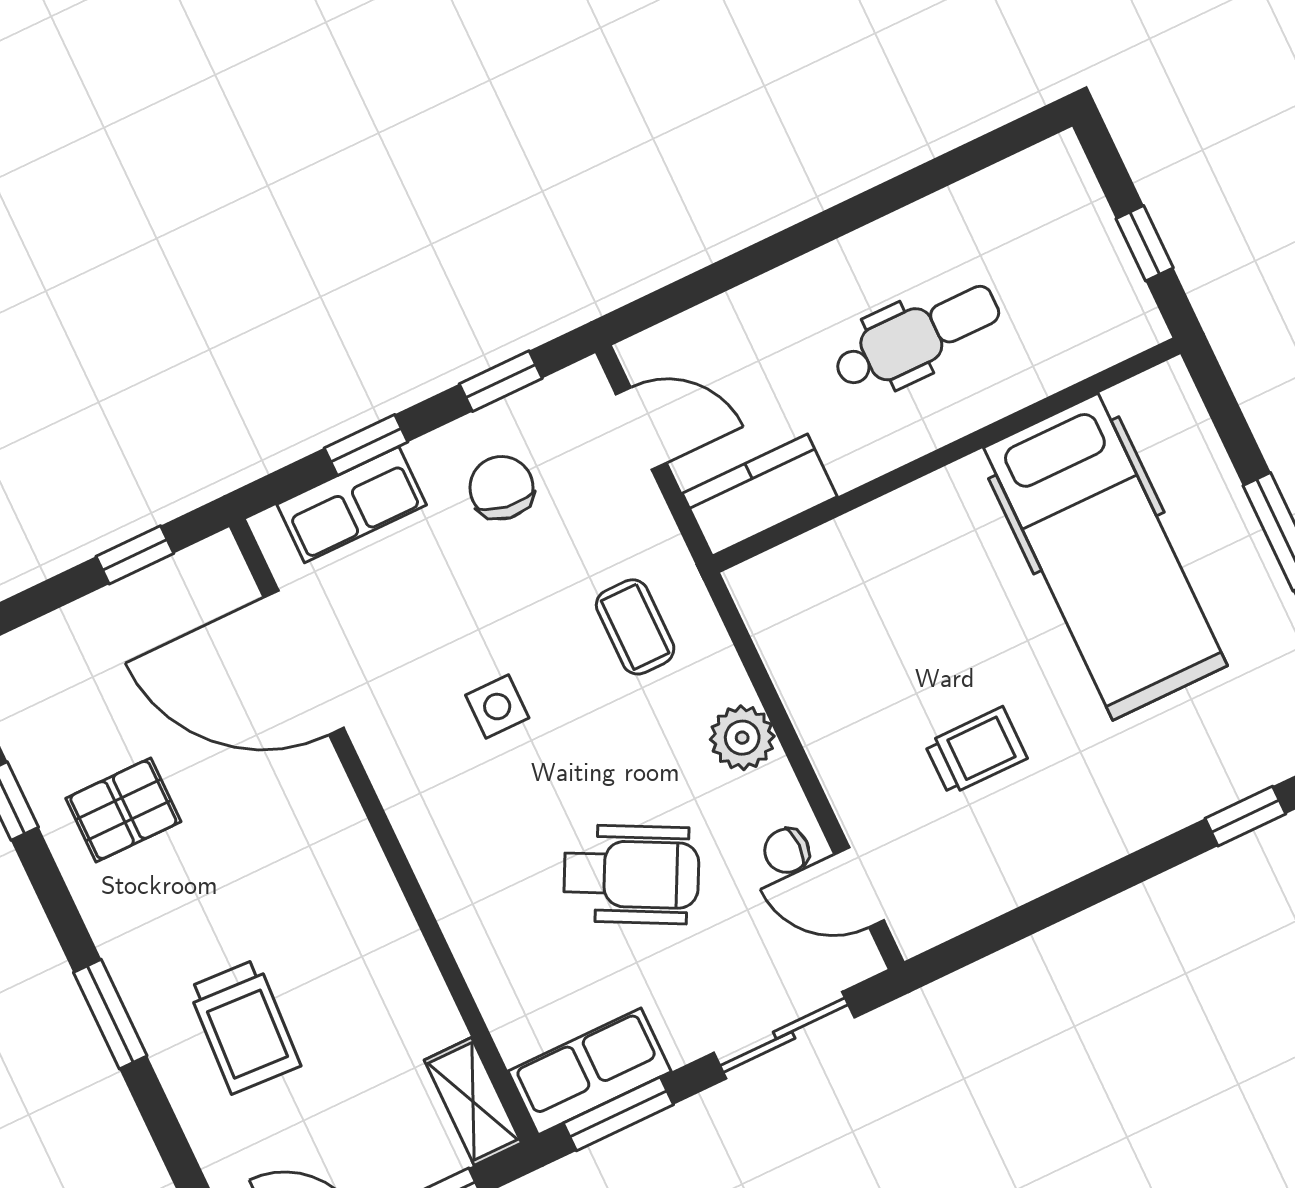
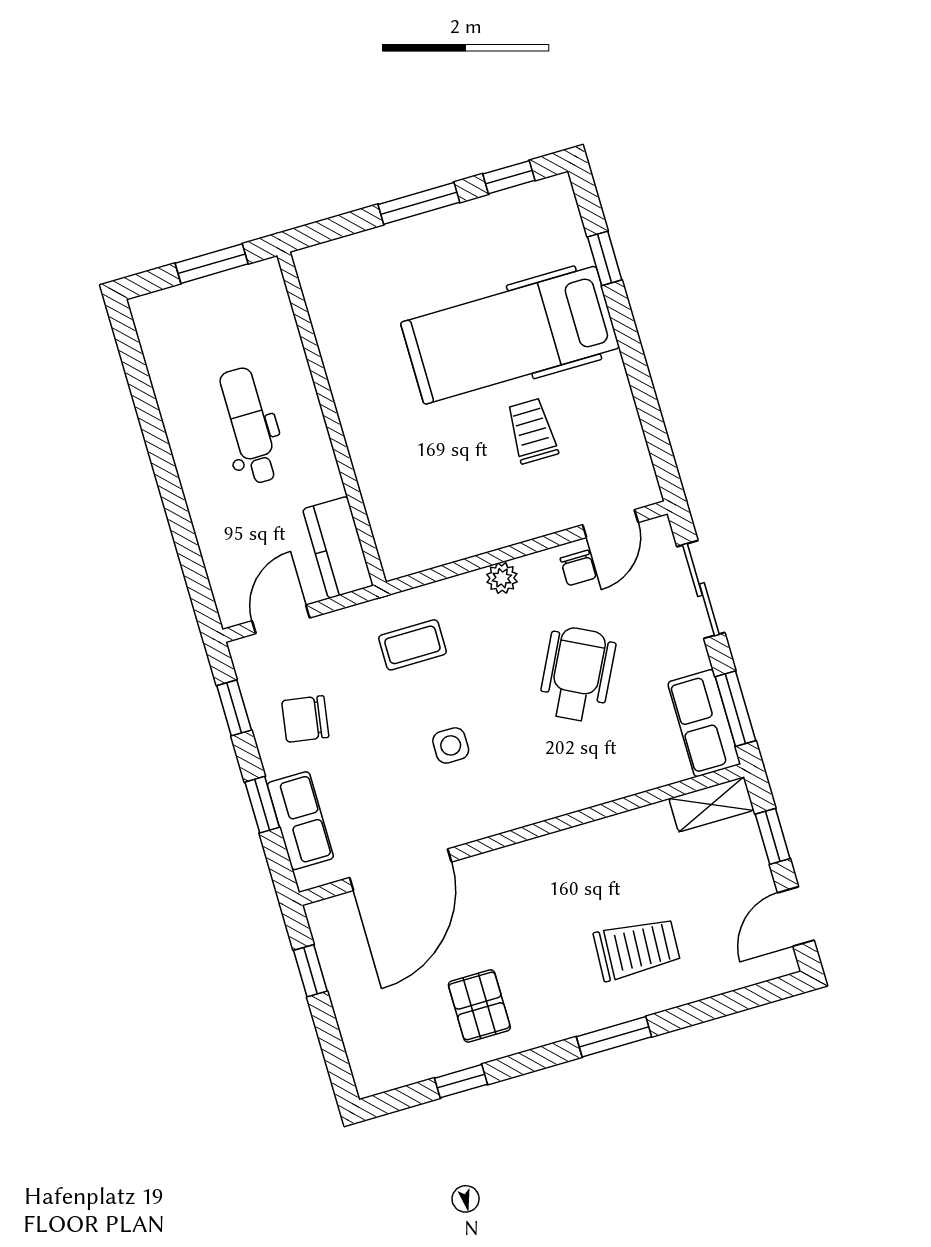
window: (1145, 243) -> (212, 264), width x1.50
hospital bed: (1105, 557) -> (510, 335), moved, turned 180
plant: (742, 738) -> (502, 578), width x0.73, depth x0.73

